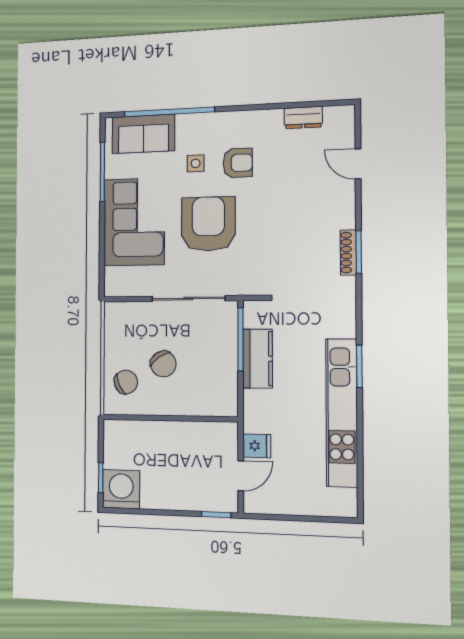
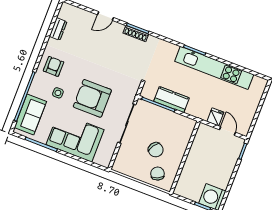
armchair: (238, 163) -> (54, 66), moved
door: (358, 164) -> (105, 16), moved
chair: (163, 364) -> (156, 150), turned 67

